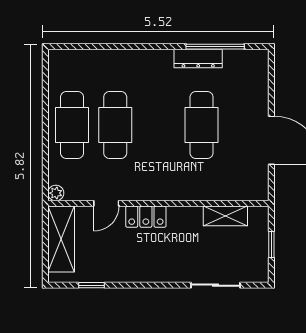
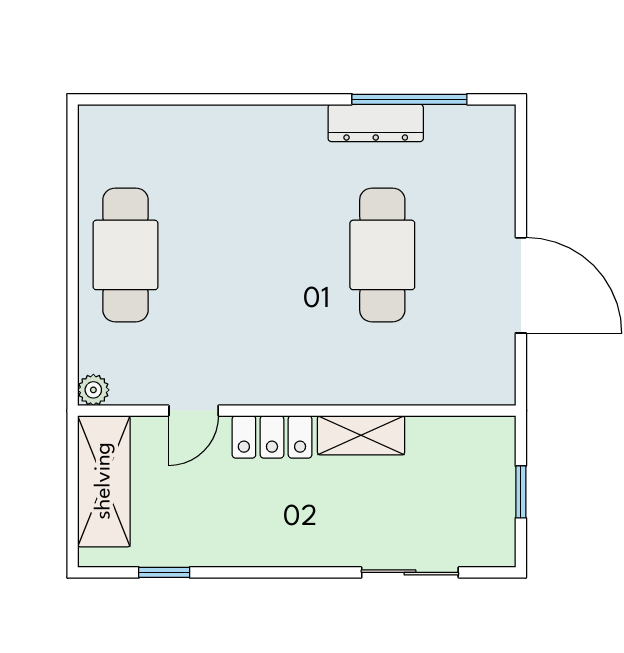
cafe table: (115, 125) -> (211, 255), removed
shelving: (225, 216) -> (361, 435), moved

